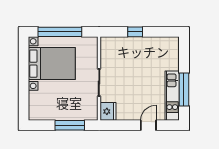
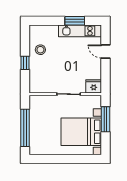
stool: (150, 50) -> (40, 50), added
bed with nightstands: (52, 64) -> (81, 132), moved, turned -90
window: (184, 90) -> (75, 21), width x0.69

